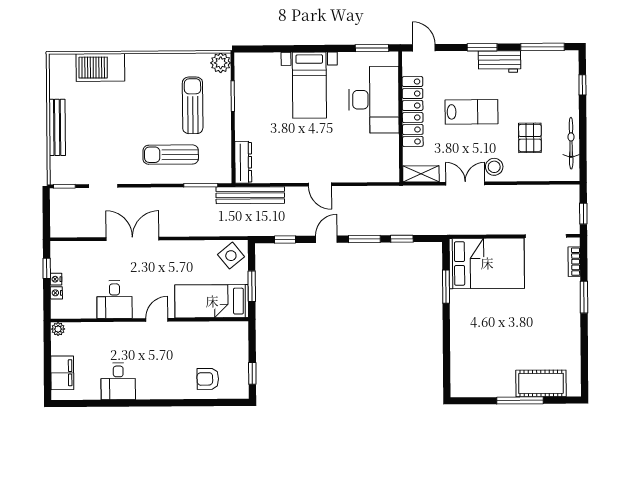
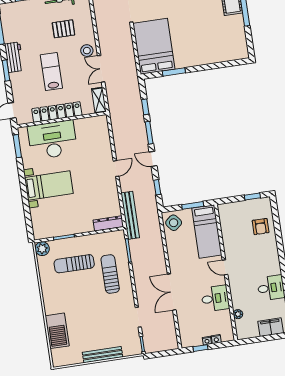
sun lounger: (171, 155) -> (110, 274), turned 180
plant: (58, 329) -> (238, 314), moved

